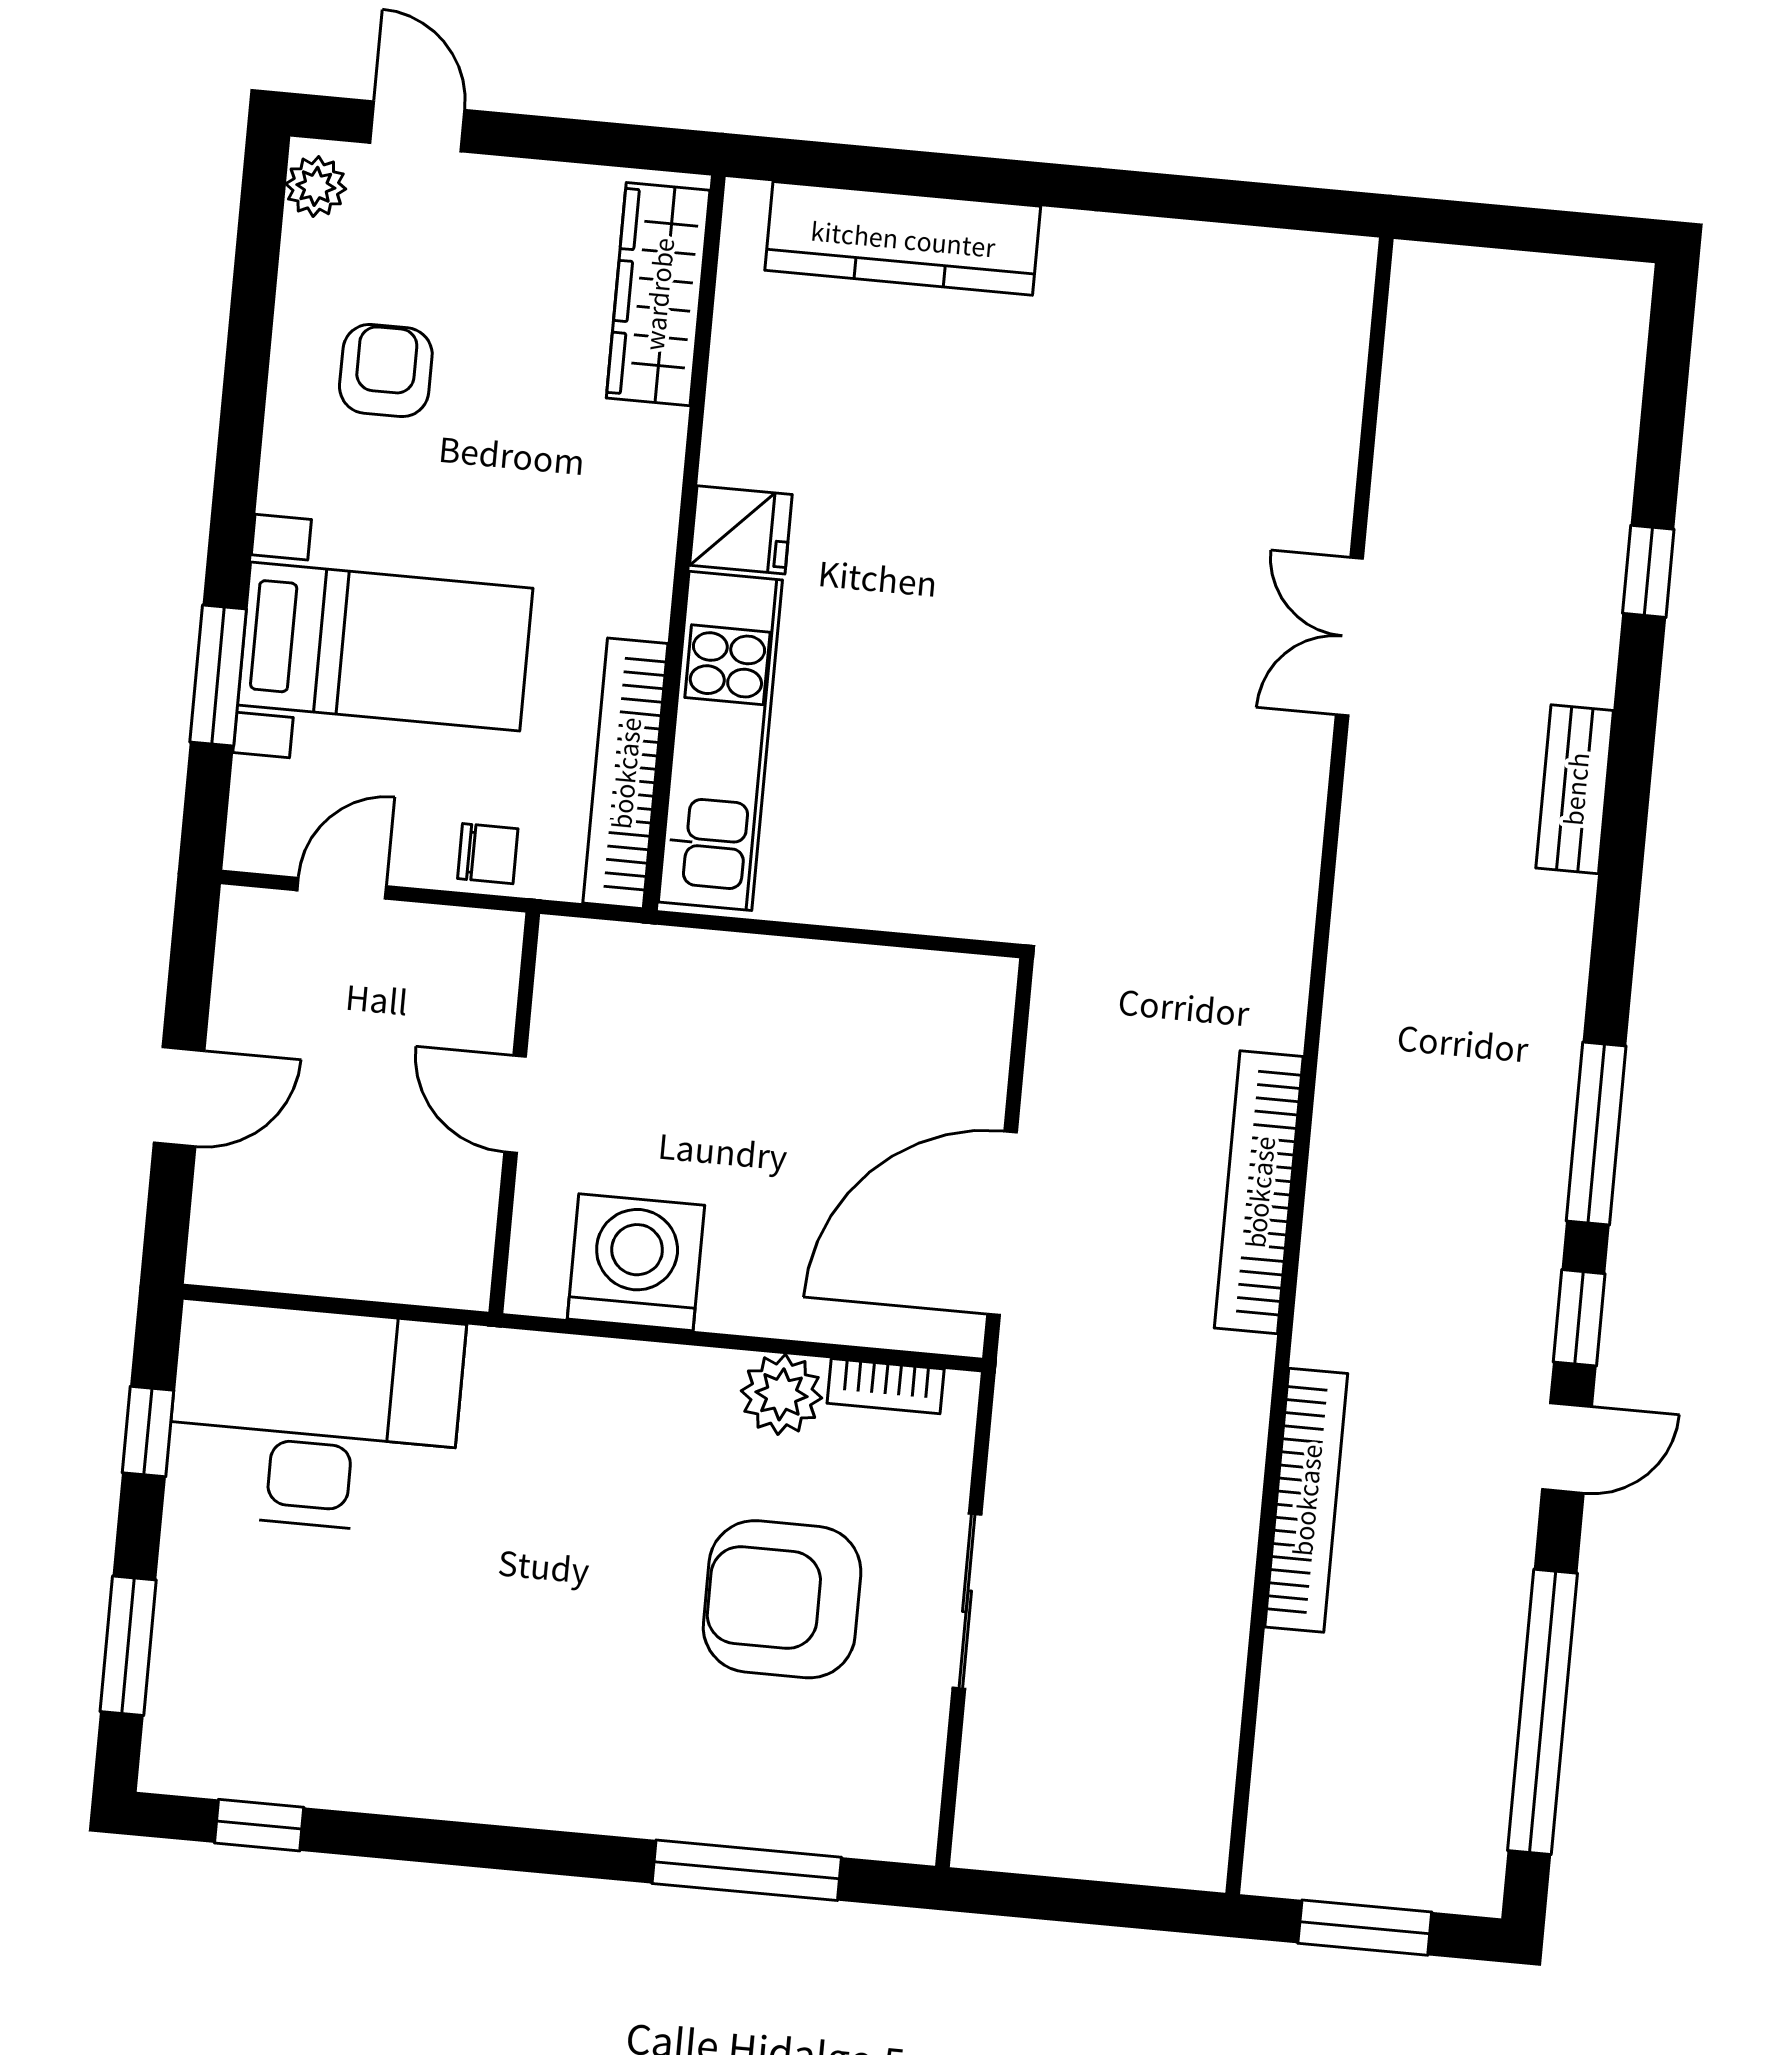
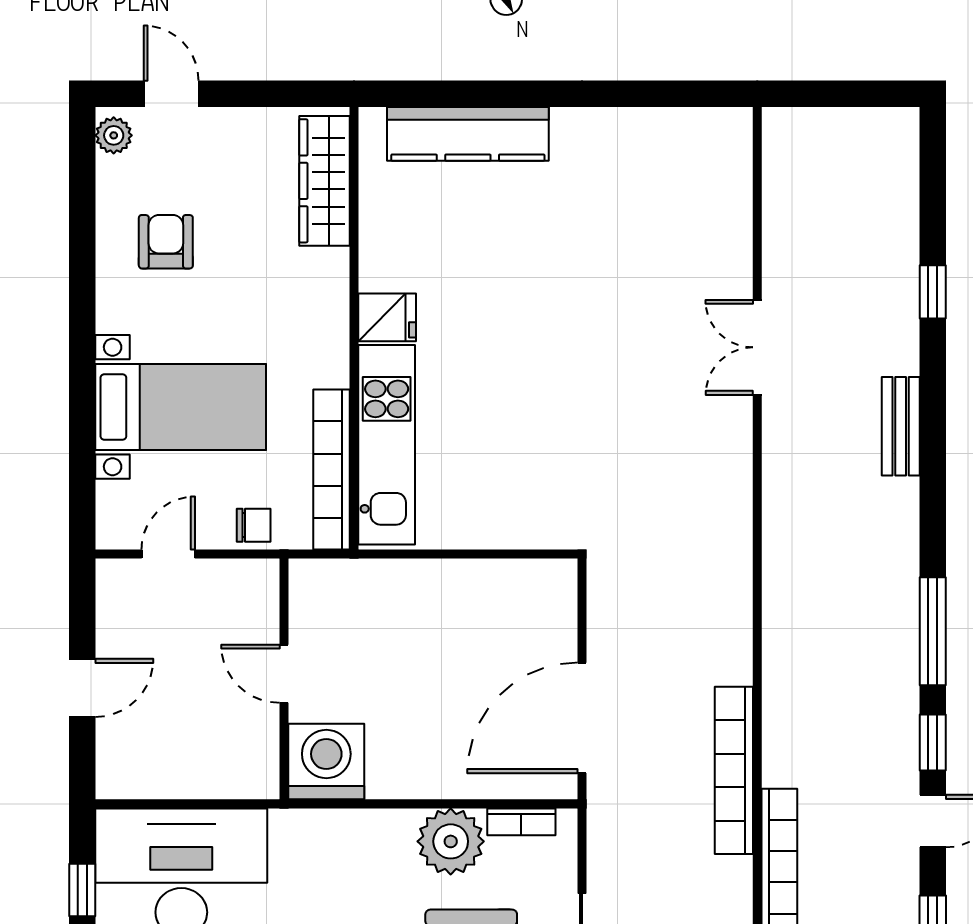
window: (218, 675) -> (82, 434), removed
bookcase: (1259, 1192) -> (734, 770), moved
washing machine: (636, 1262) -> (326, 762), moved
plant: (782, 1394) -> (451, 841), width x1.36, depth x1.36

